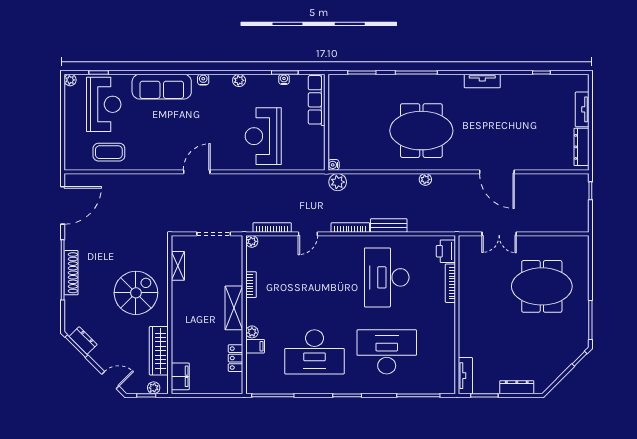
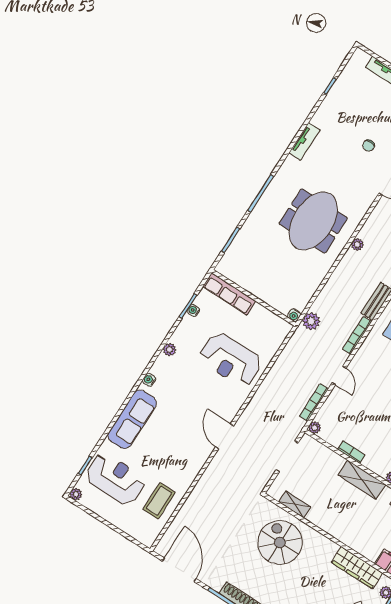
chair: (513, 136) -> (369, 146), added
spiral stairs: (136, 293) -> (280, 542), moved

